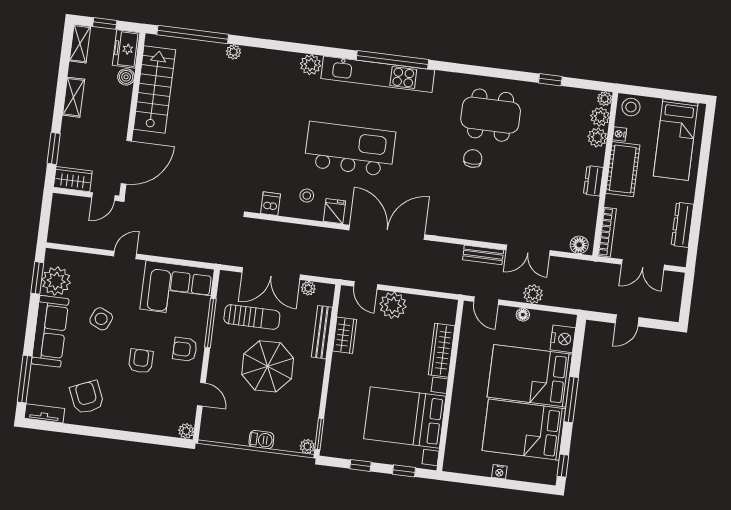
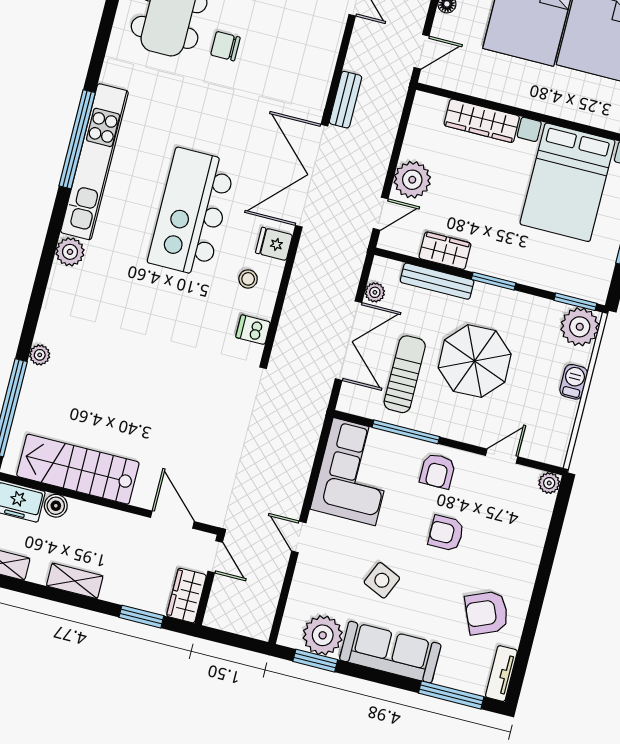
door: (126, 162) -> (172, 520), width x0.73
bench: (483, 255) -> (345, 100), moved
window: (327, 373) -> (494, 281), added
plant: (307, 446) -> (580, 327), width x1.87, depth x1.87

